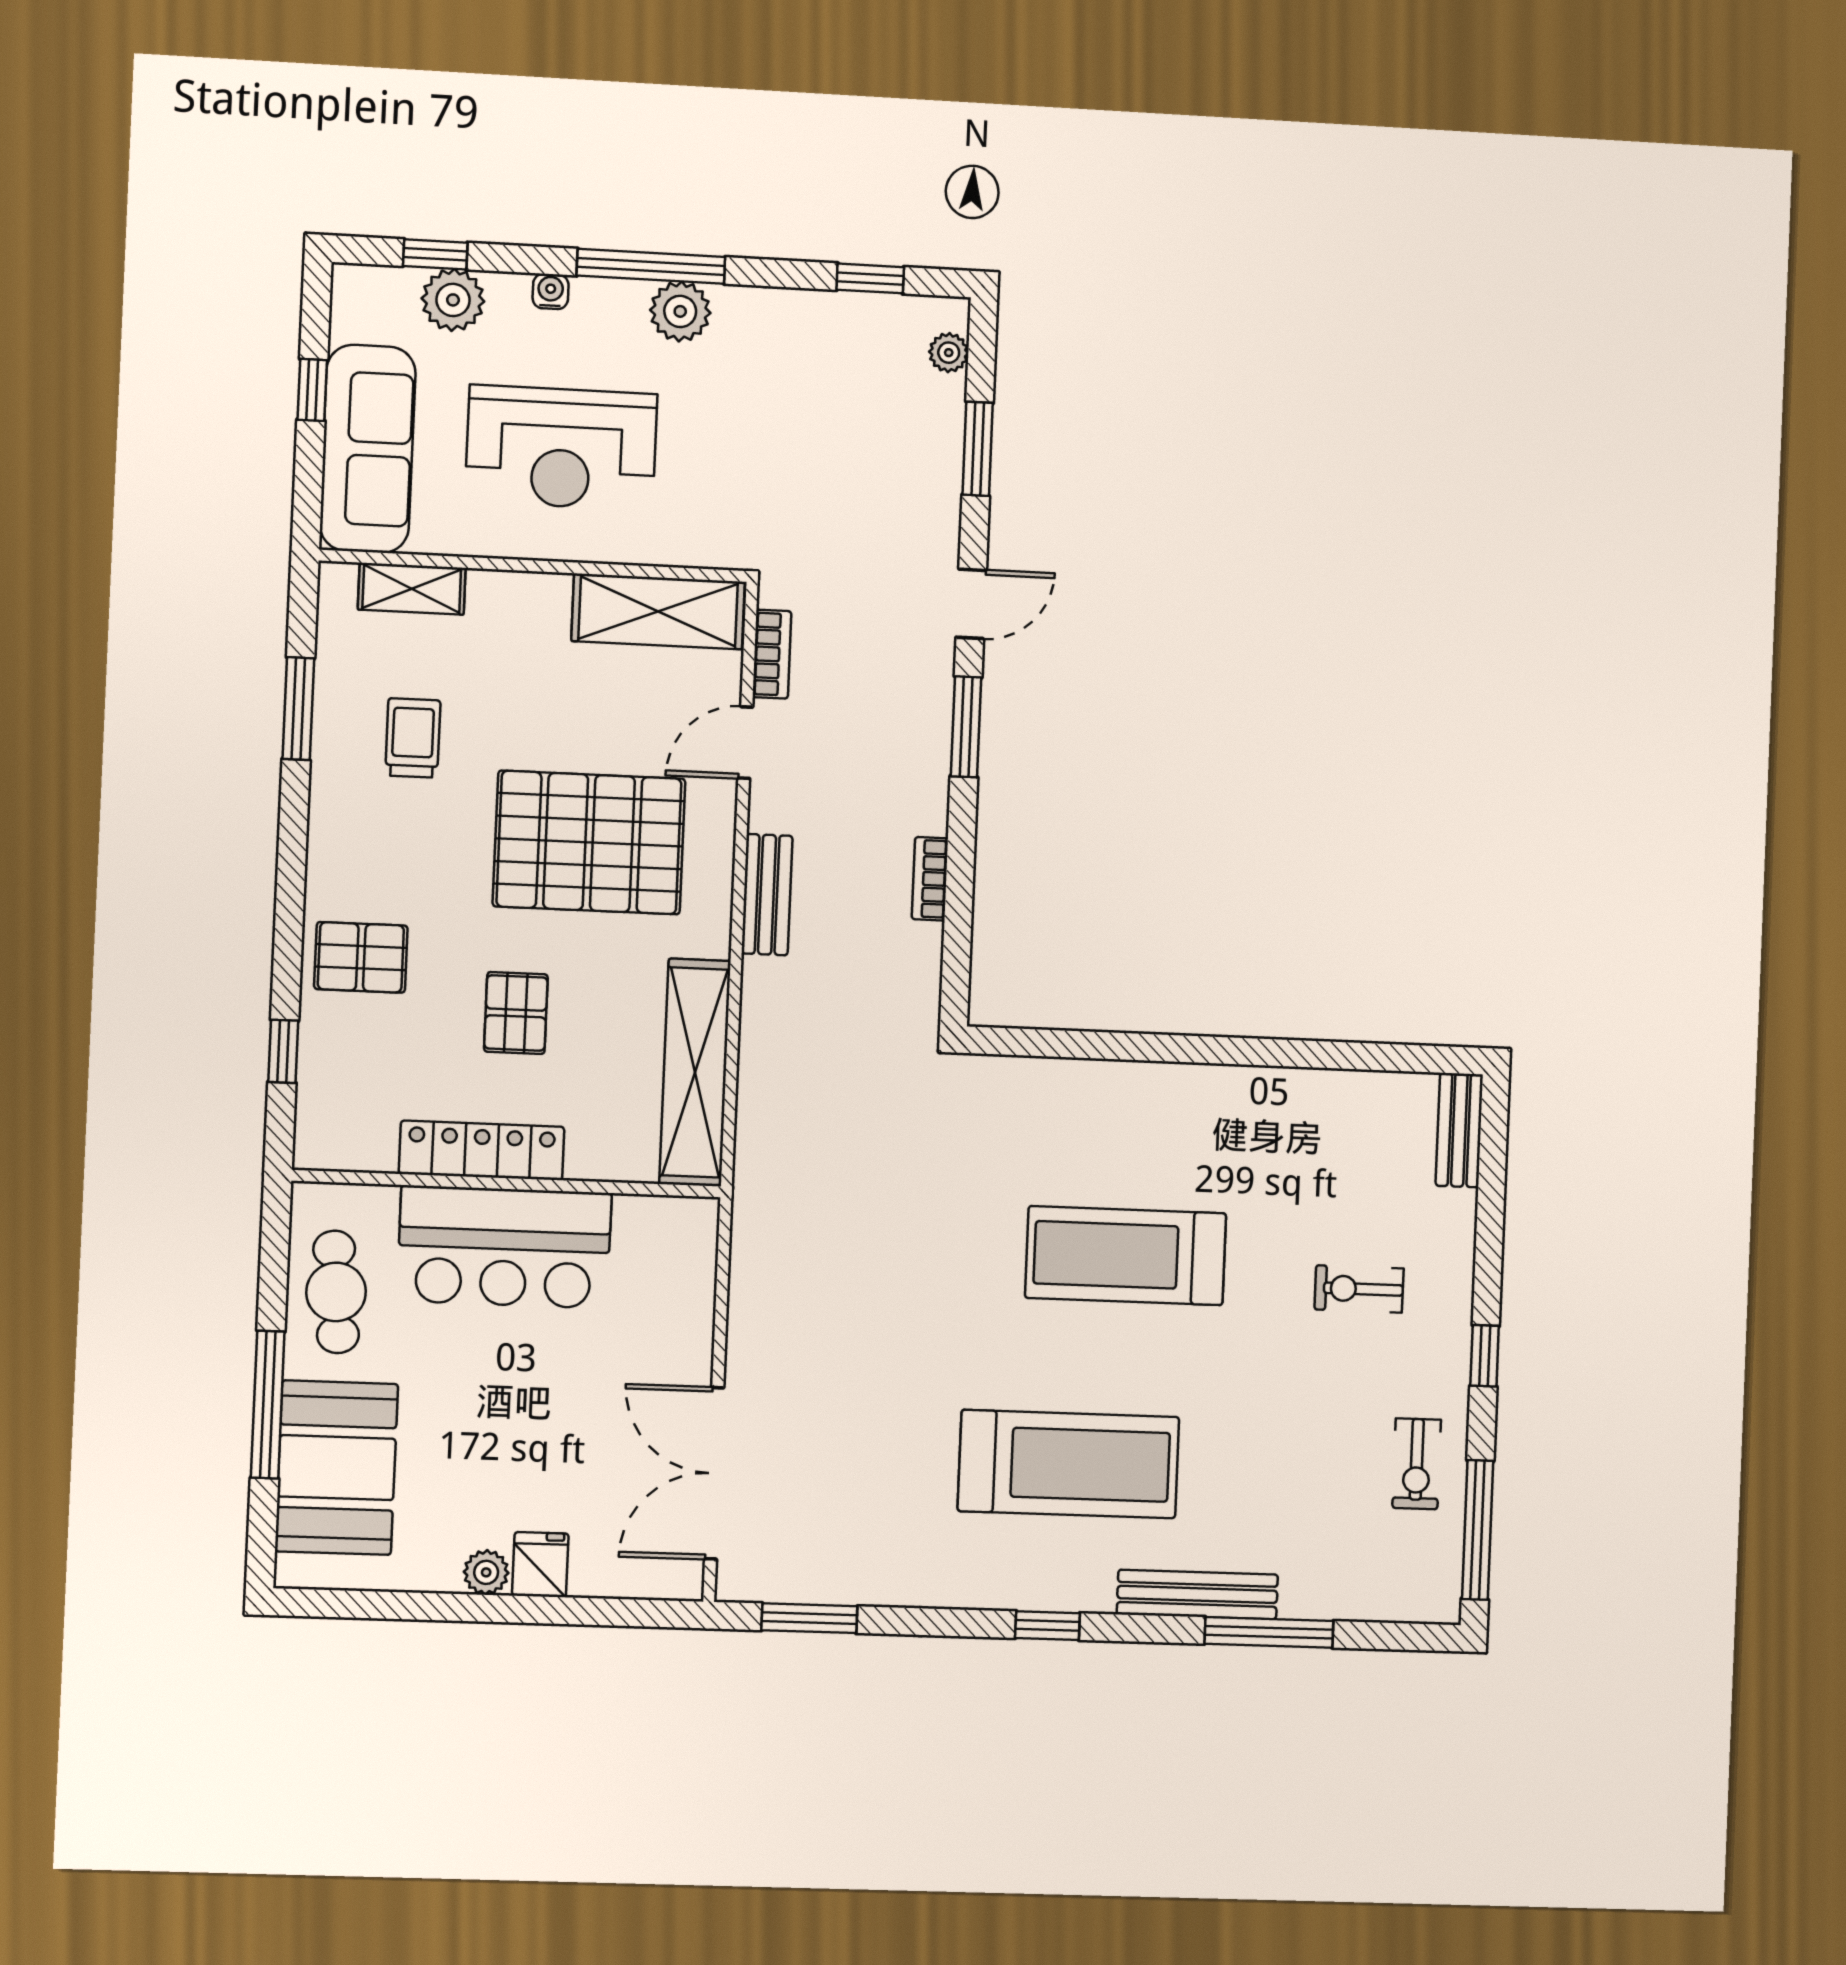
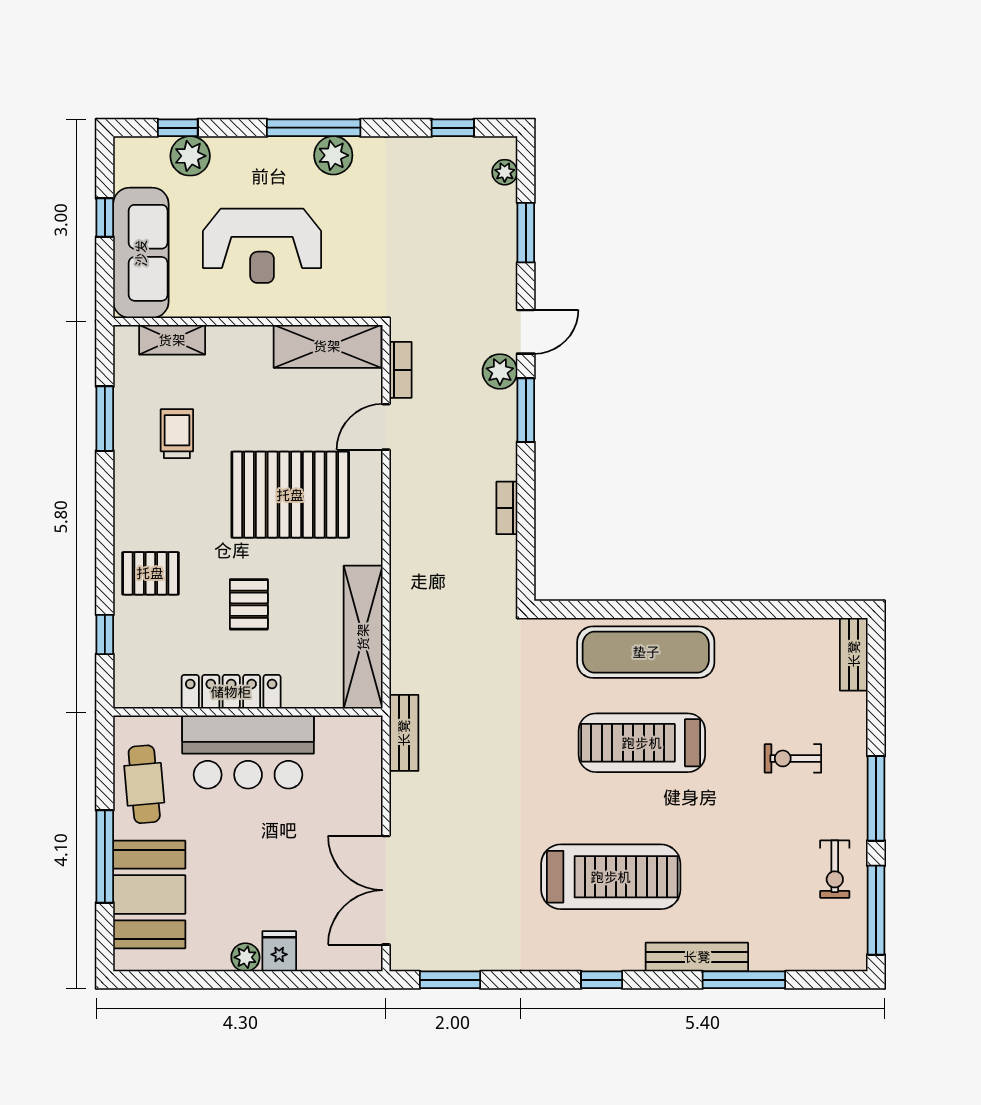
water cooler: (551, 291) -> (251, 147), removed
plant: (928, 664) -> (500, 371), added
bench: (767, 895) -> (404, 733), moved
exercise mat: (1138, 1114) -> (646, 652), added
window: (1485, 1356) -> (876, 798), width x2.17

